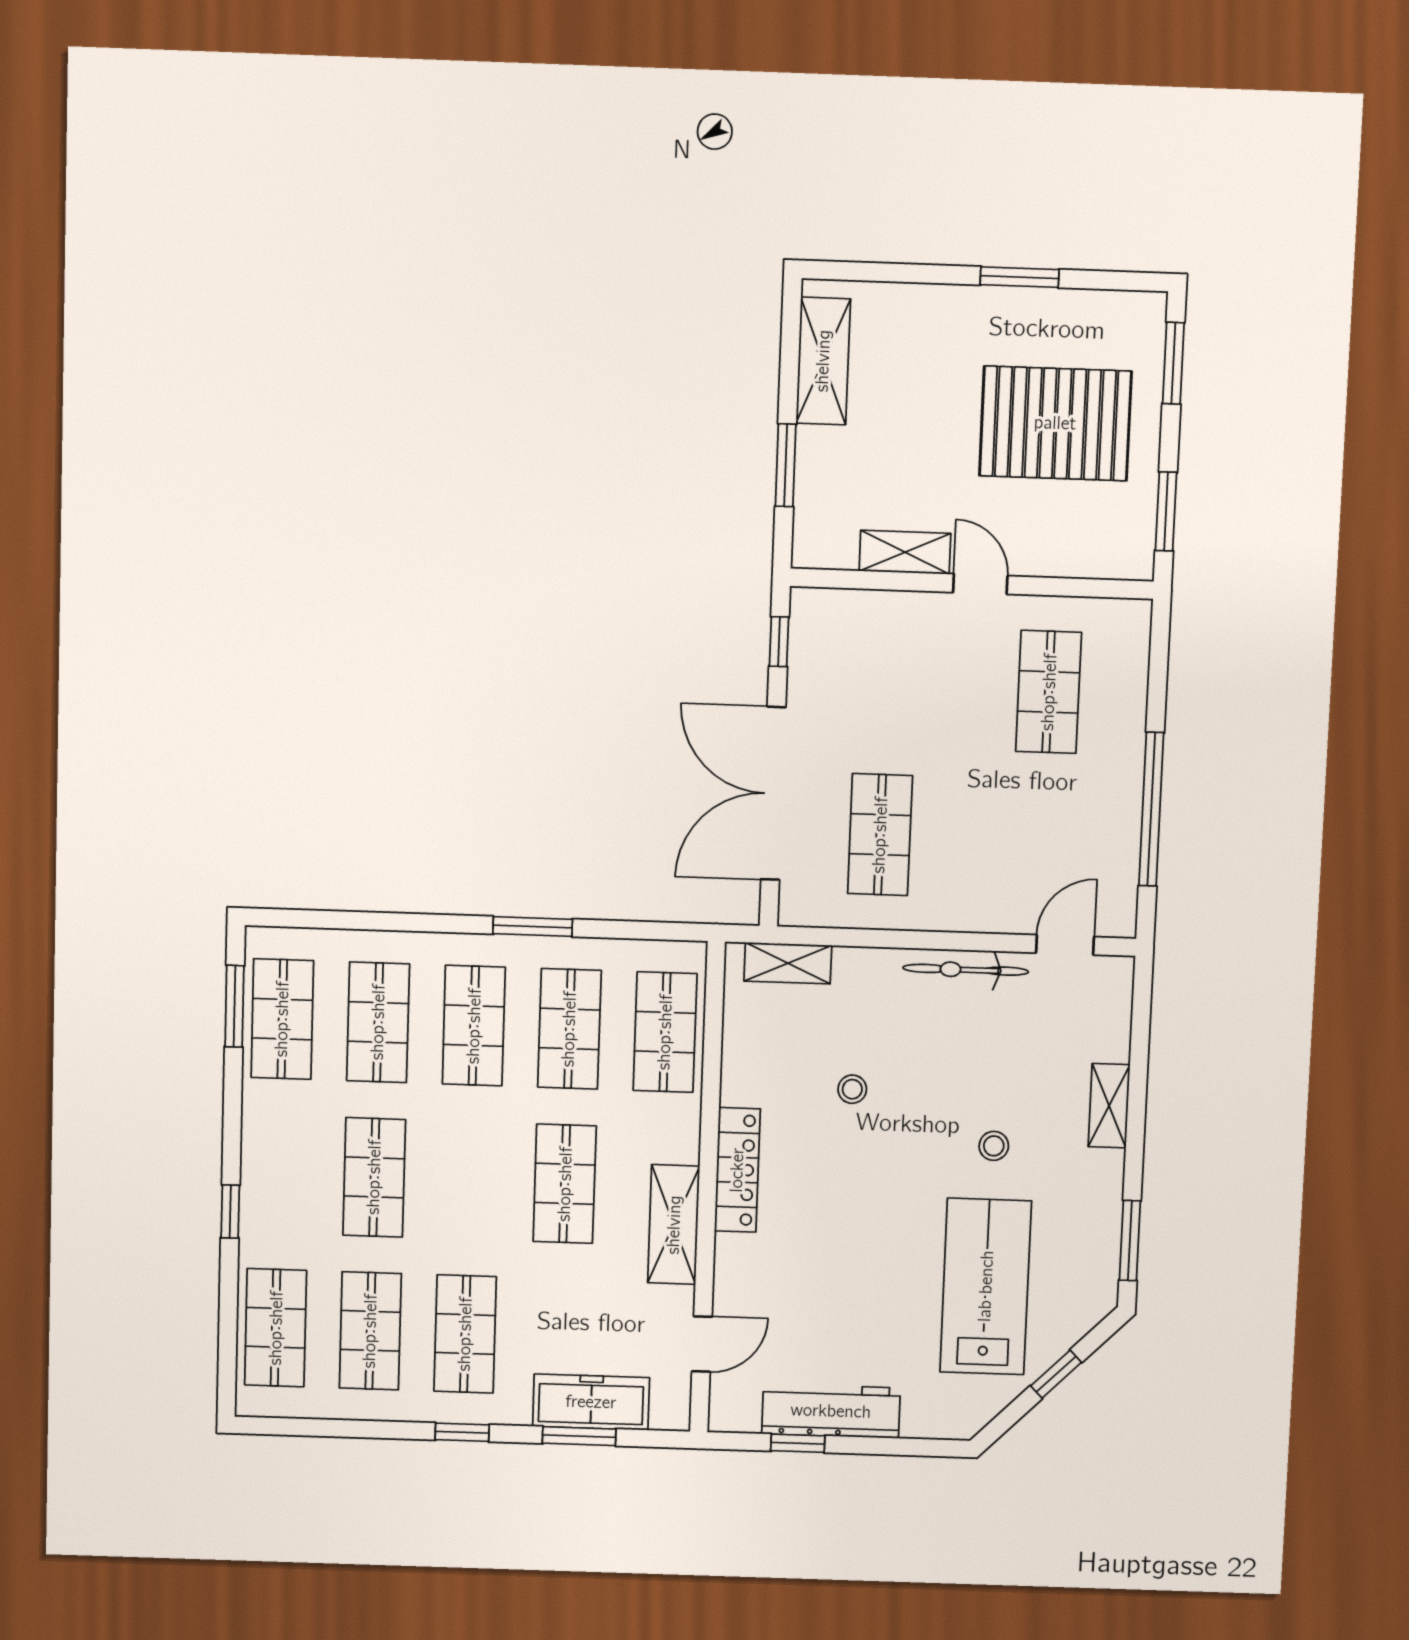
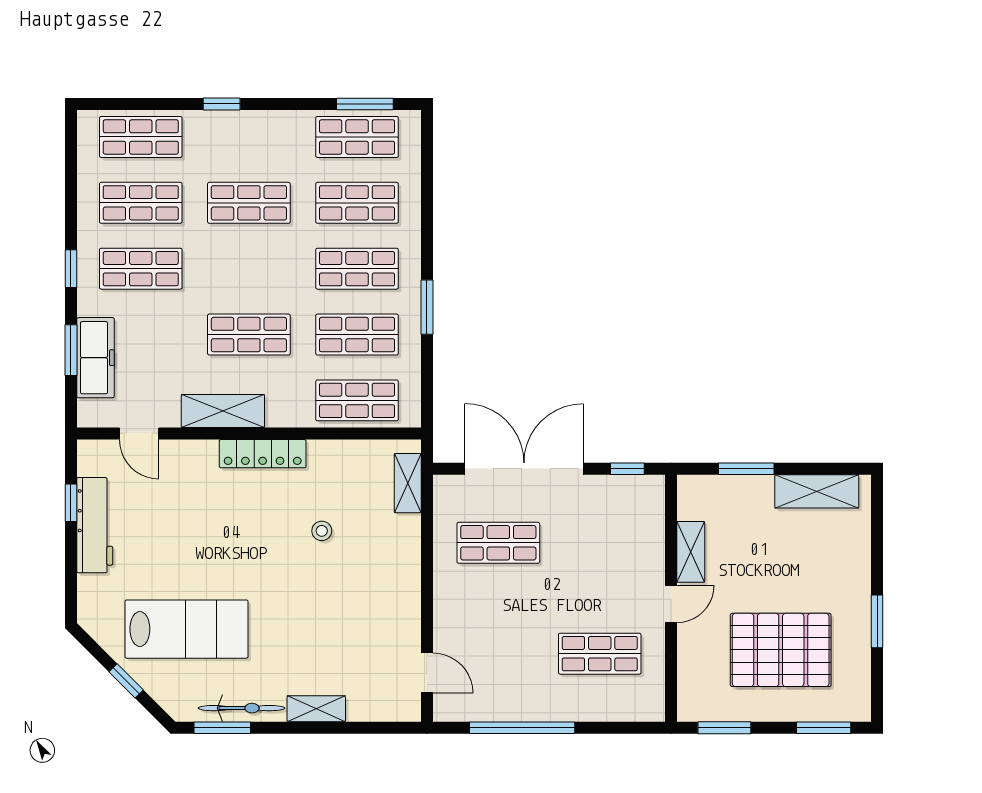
pallet: (1055, 423) -> (781, 650), turned 90
bicycle: (966, 970) -> (242, 708), moved, turned 90
stool: (994, 1146) -> (286, 630), removed

